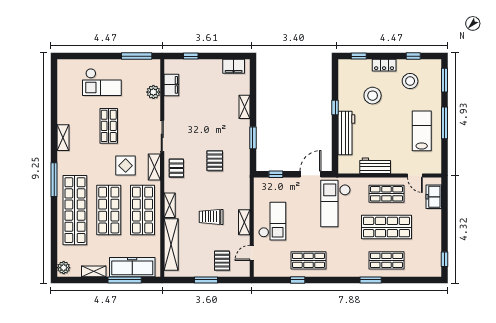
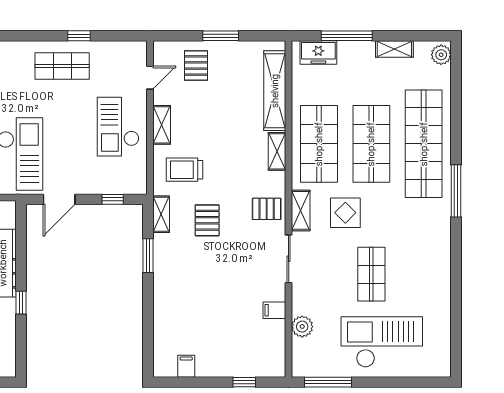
filing cabinet: (234, 66) -> (186, 366), width x0.50
checkout: (102, 82) -> (382, 342), width x1.36, depth x1.21
filing cabinet: (171, 85) -> (274, 310), moved, width x0.50
shelving: (245, 107) -> (161, 214), moved
shelving: (63, 138) -> (442, 256), removed
pallet: (176, 168) -> (267, 209), turned 90
trolley: (211, 217) -> (184, 170), moved, turned 180
freezer: (132, 267) -> (318, 52), width x0.52, depth x0.79

